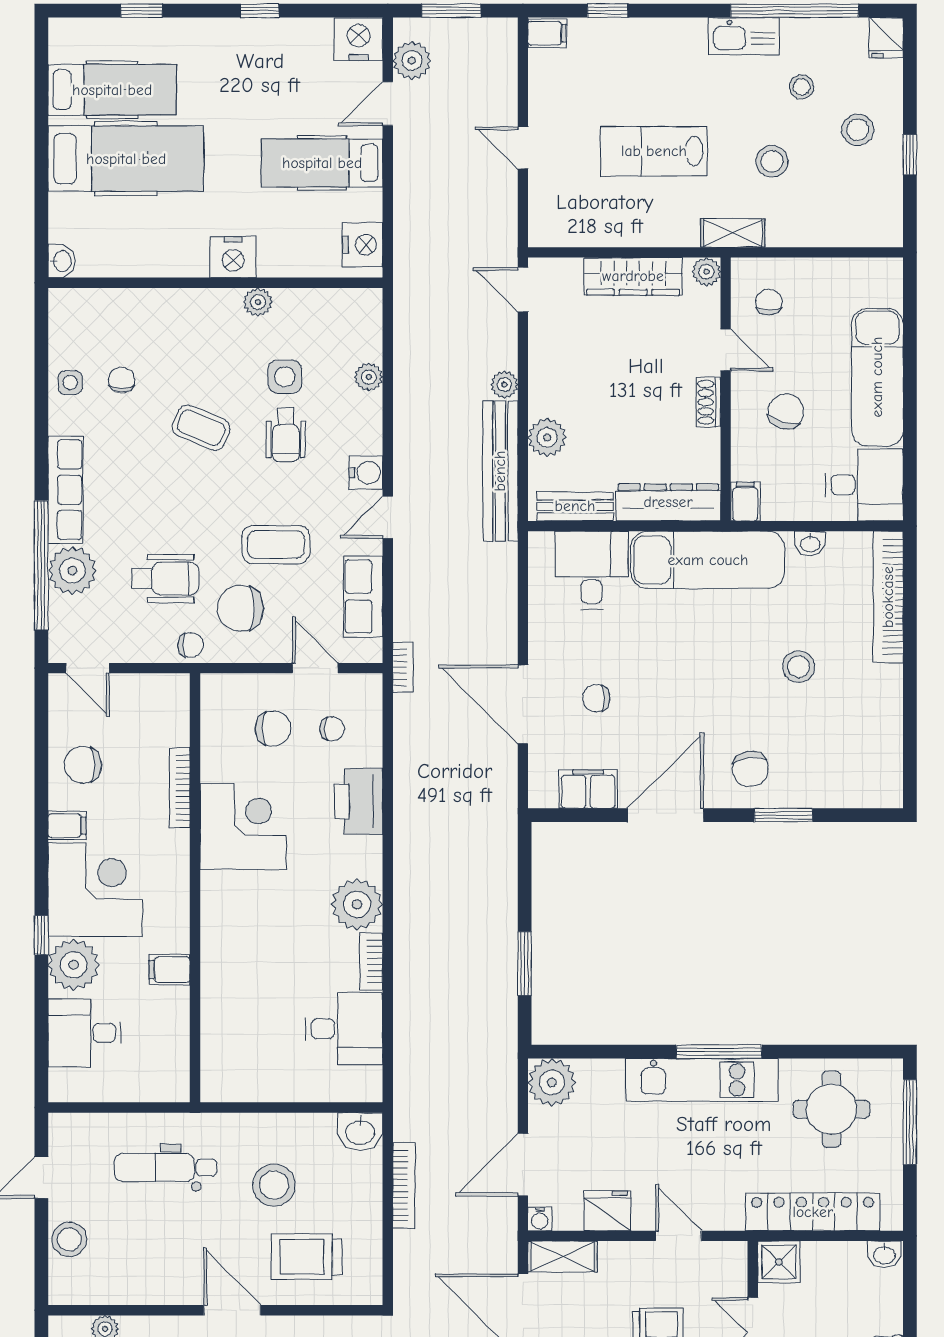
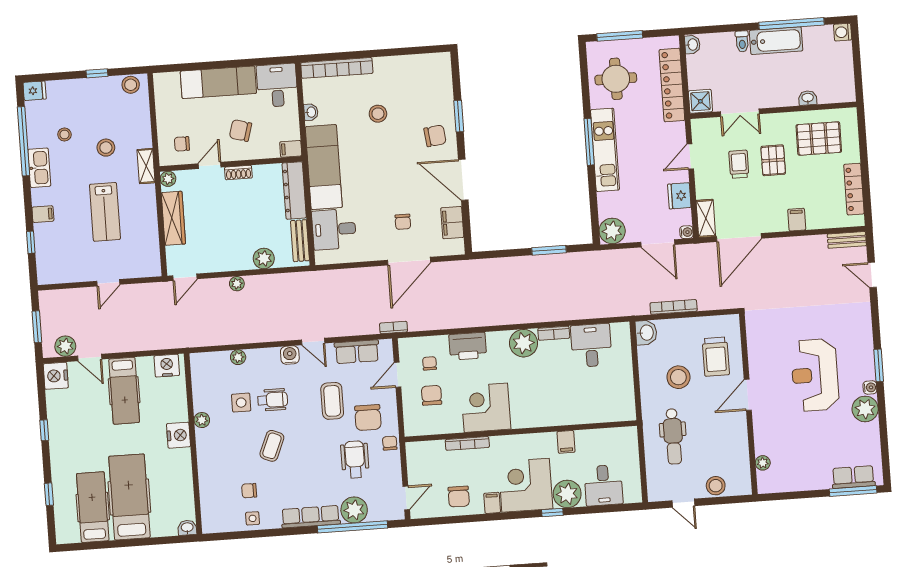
filing cabinet: (547, 33) -> (43, 214), moved, turned 90
stool: (858, 130) -> (131, 85), moved
bench: (500, 471) -> (284, 282), removed

